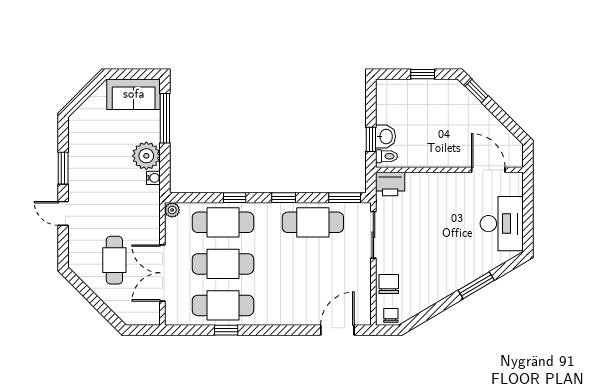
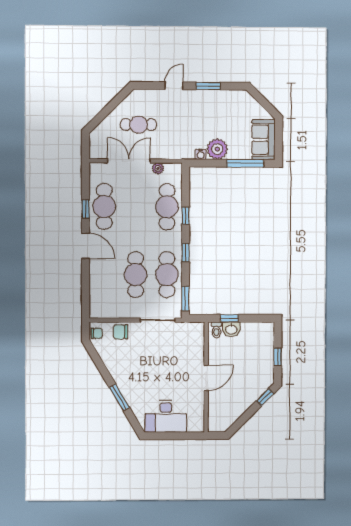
door: (488, 170) -> (206, 378), moved
printer: (390, 184) -> (196, 333), removed
plant: (172, 210) -> (158, 168), moved
cafe table: (223, 264) -> (136, 275), moved
chair: (389, 284) -> (120, 332), turned 180
door: (337, 330) -> (86, 246), moved

